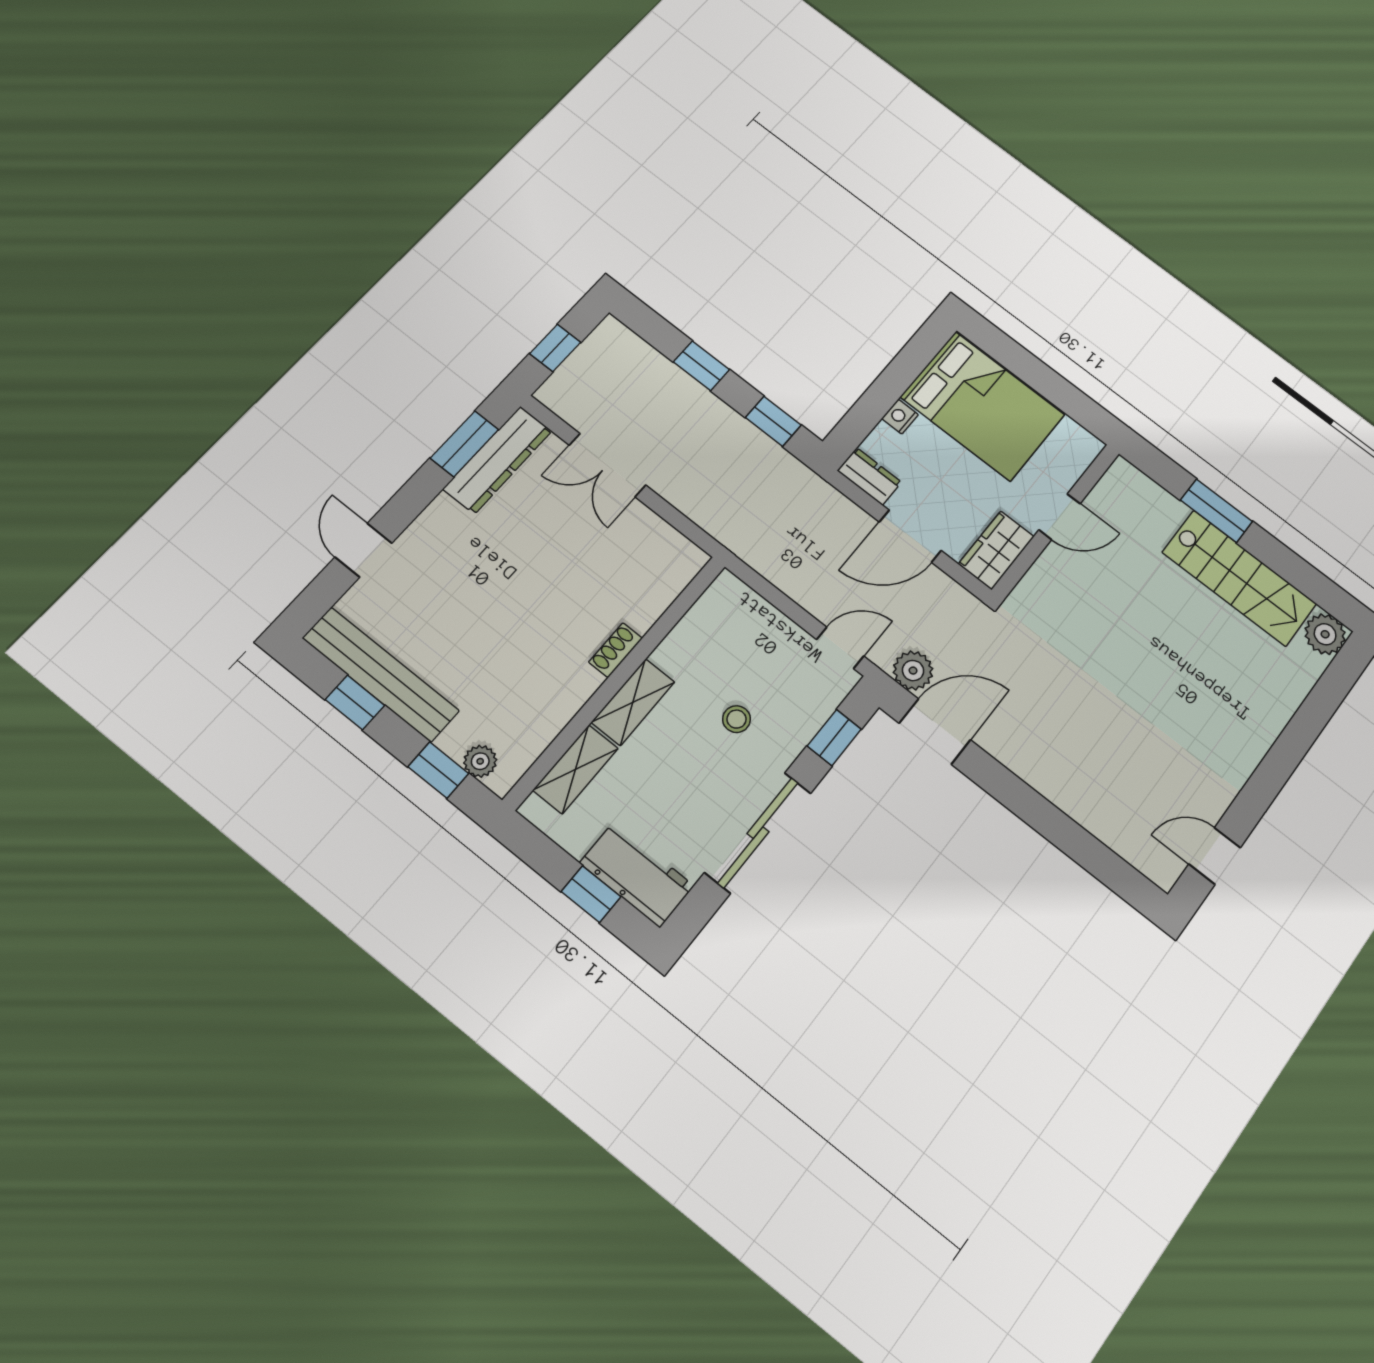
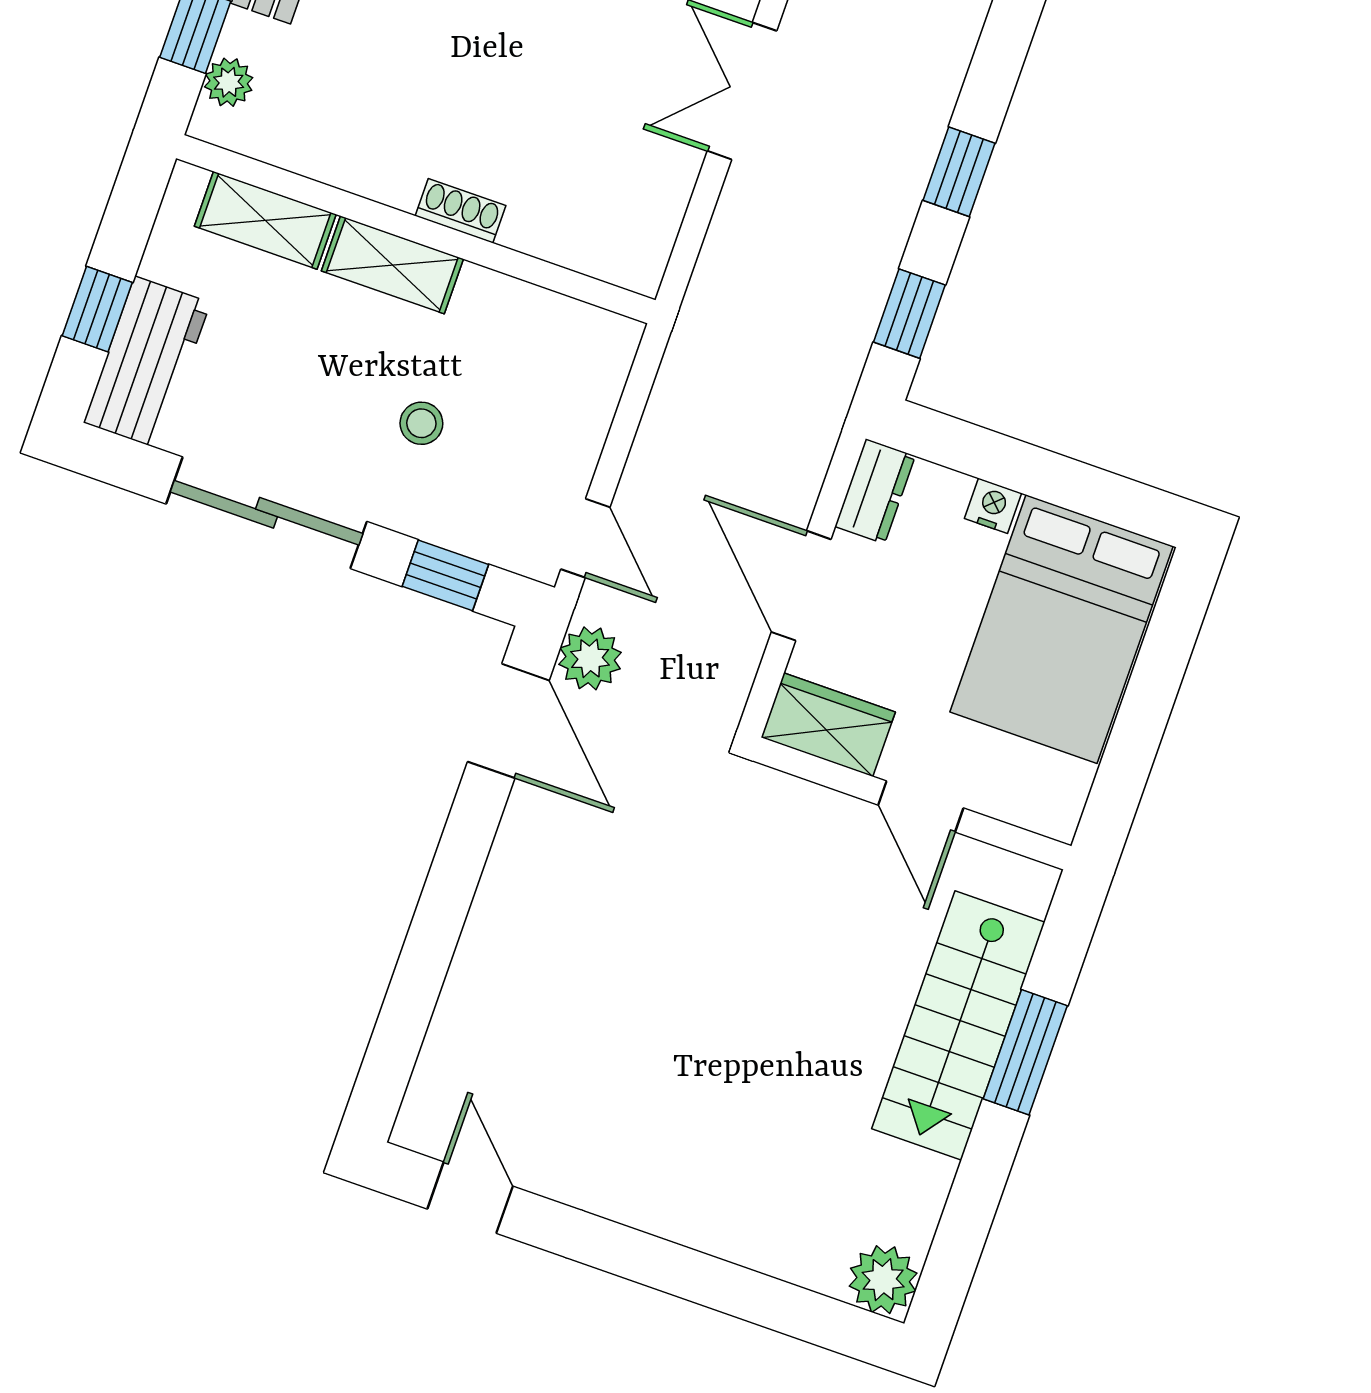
stairs: (1239, 578) -> (958, 1025), moved

